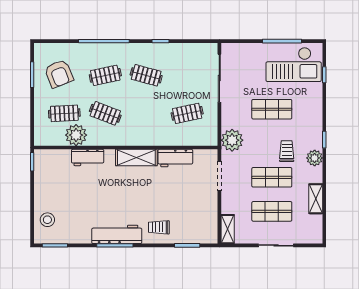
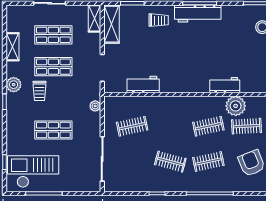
clothes rail: (105, 113) -> (208, 126), turned -33
plant: (232, 140) -> (95, 106), width x0.53, depth x0.53
shelving: (136, 157) -> (111, 24), moved, turned 90

